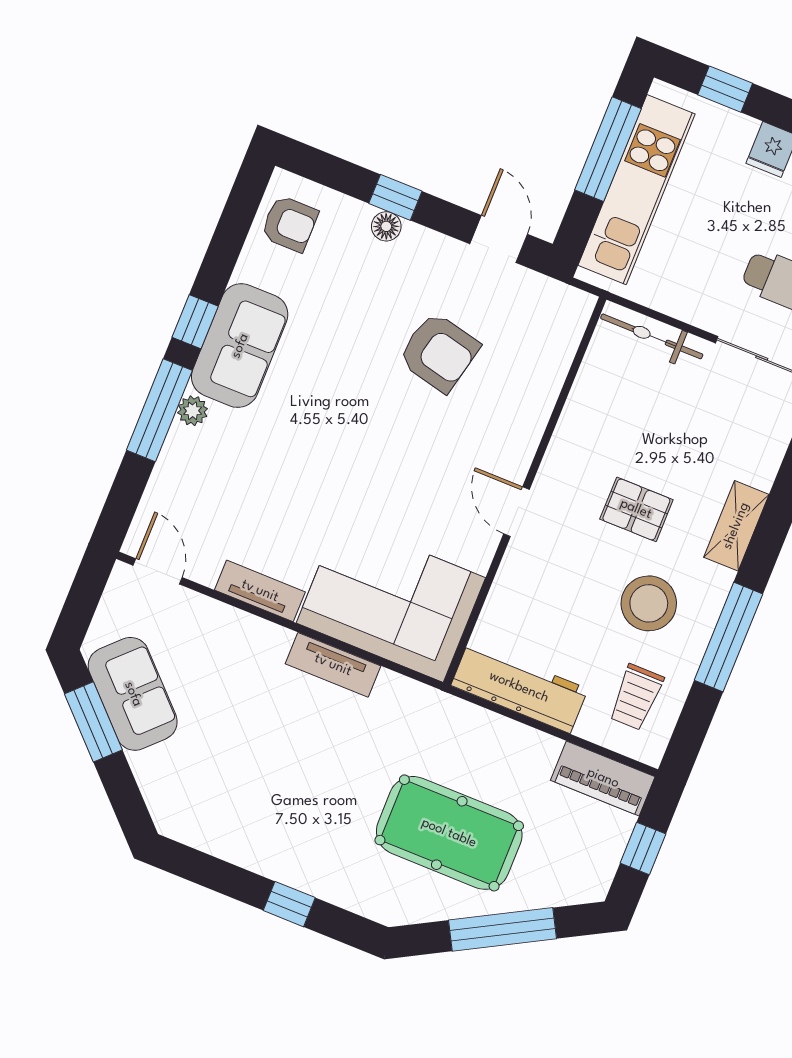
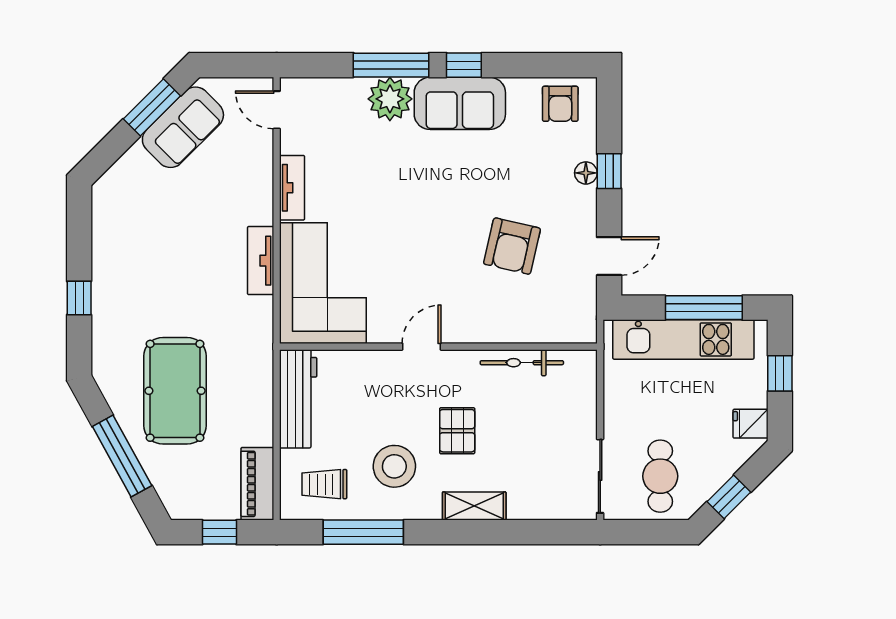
bicycle: (652, 336) -> (522, 363), moved, turned -90
plant: (193, 411) -> (390, 99), width x1.88, depth x1.88
door: (158, 571) -> (277, 110), swing flipped
window: (728, 637) -> (363, 532), moved

